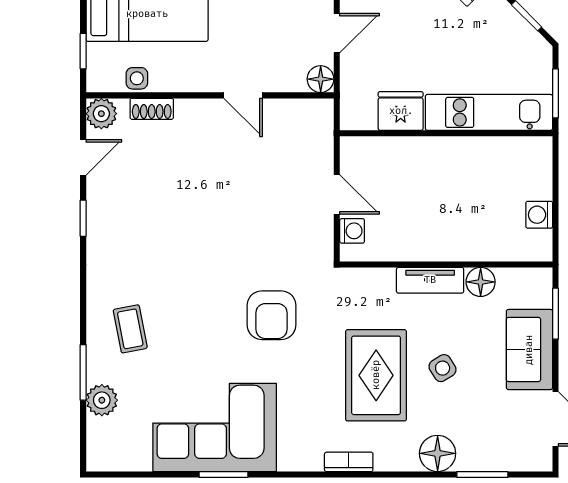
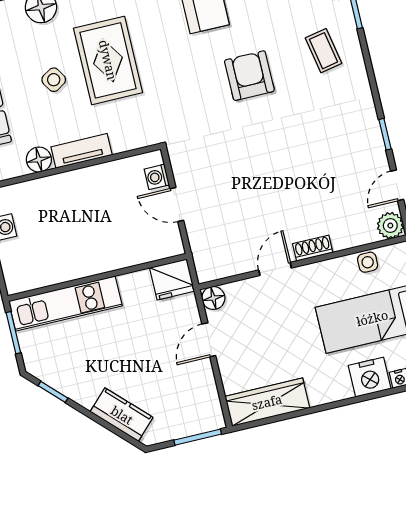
door: (243, 95) -> (275, 269), hinge flipped
shoe rack: (152, 109) -> (313, 248), moved
fridge: (401, 111) -> (172, 279), moved
armchair: (272, 315) -> (249, 76), moved

